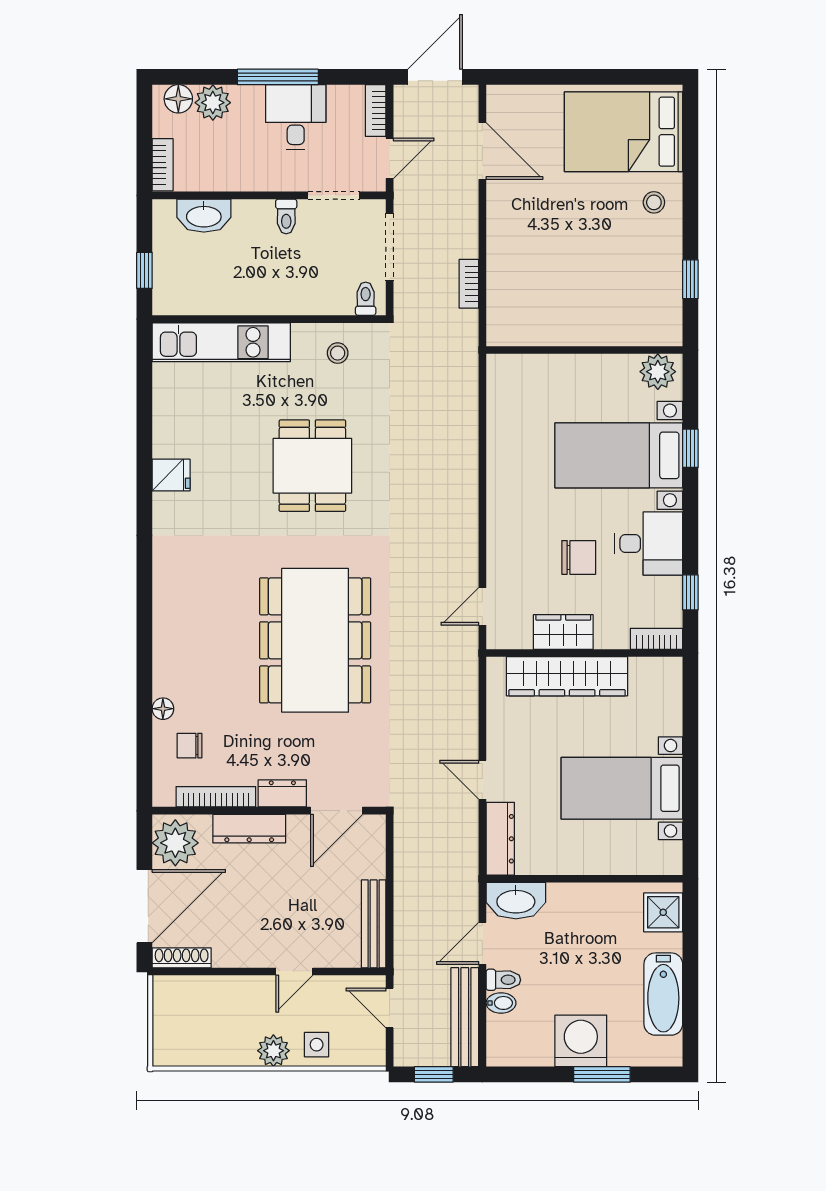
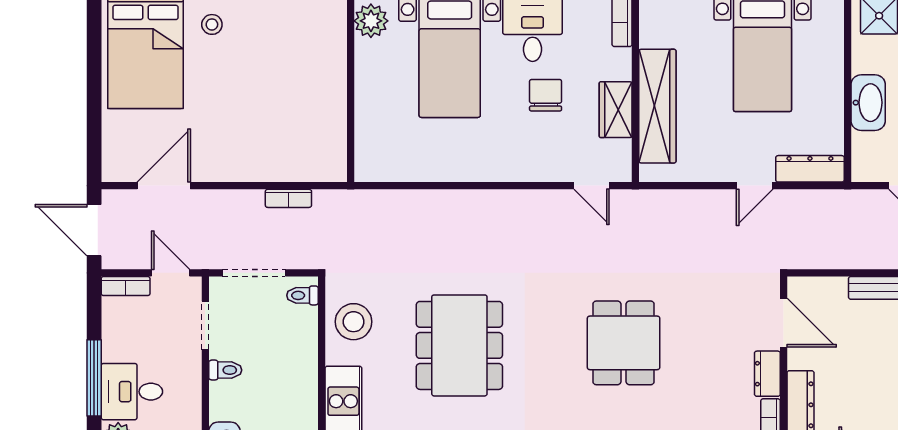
desk: (296, 117) -> (132, 392), moved
stool: (338, 353) -> (354, 322), width x1.89, depth x1.89
dining table: (312, 466) -> (459, 345), width x1.38
dining table: (315, 640) -> (624, 343), width x0.53, depth x0.80
washbasin: (516, 901) -> (868, 103), moved

